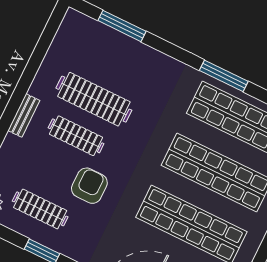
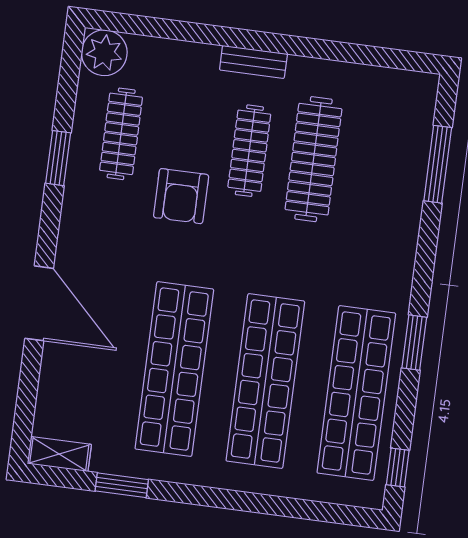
window: (224, 76) -> (414, 343), width x0.69
armchair: (89, 186) -> (181, 196), turned 90

